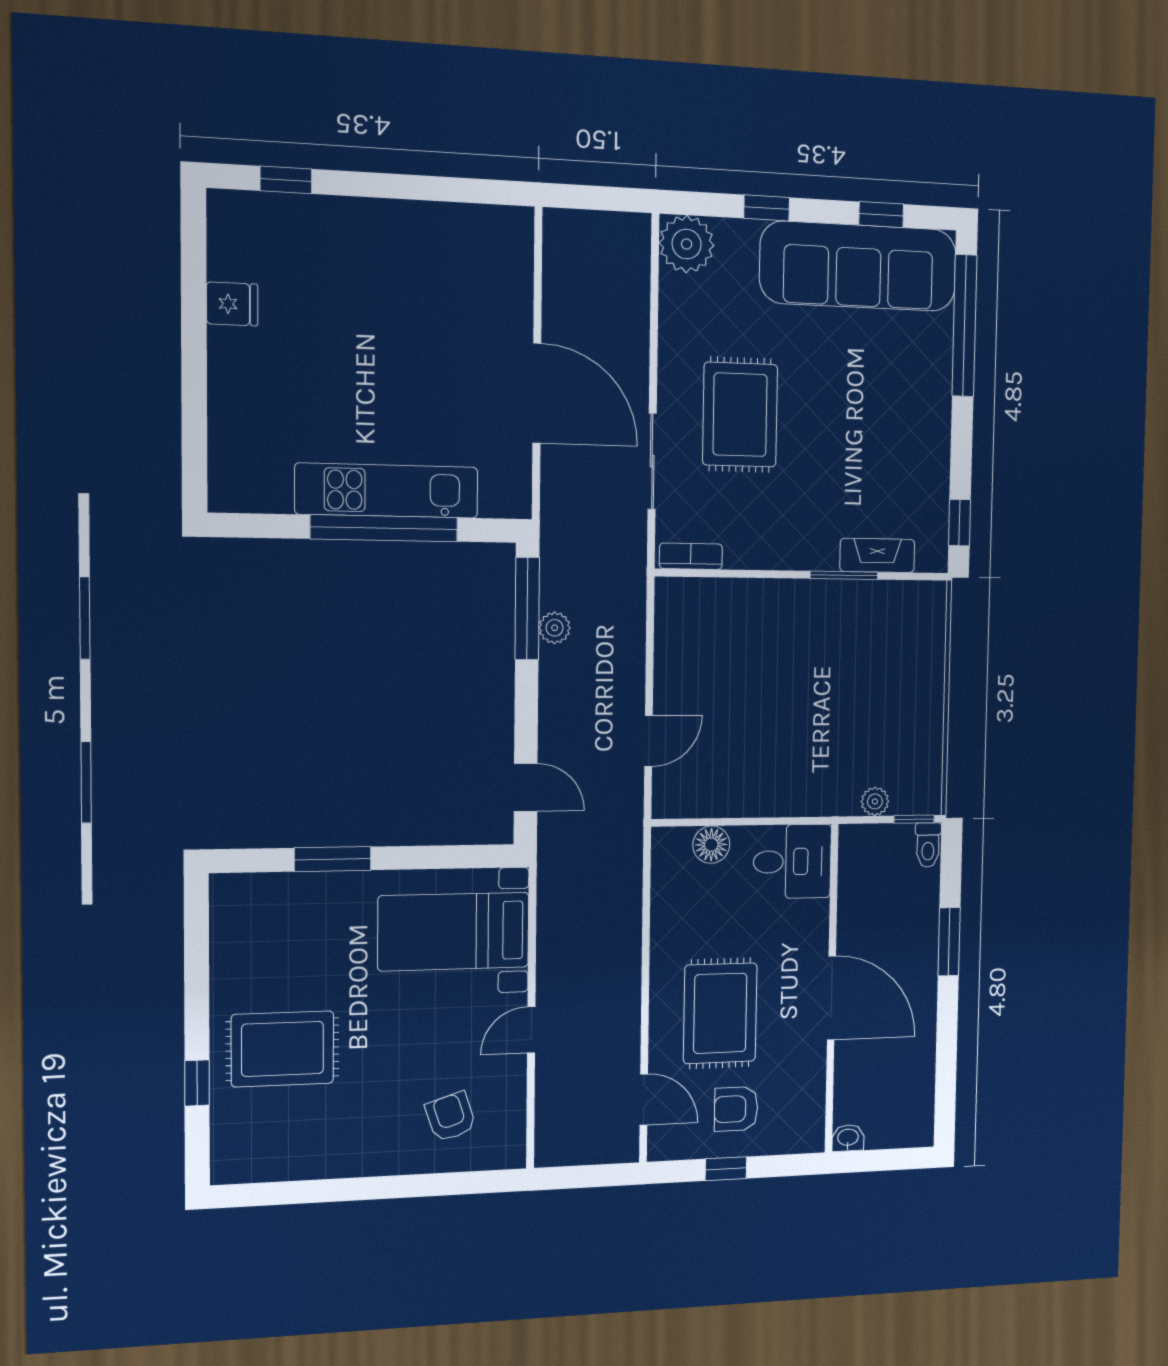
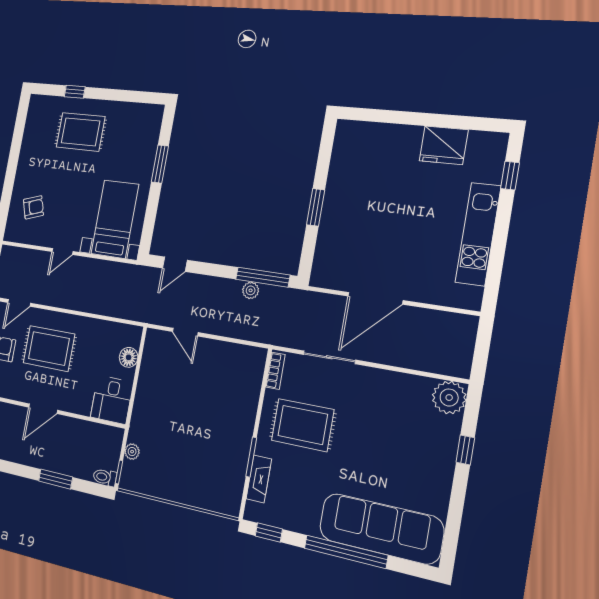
window: (881, 215) -> (454, 521), removed
sofa: (859, 266) -> (381, 529), moved, turned 90
fridge: (232, 304) -> (444, 145), width x1.88, depth x1.34
window: (964, 326) -> (346, 552), moved
rug: (740, 415) -> (303, 425), moved
kitchen unit: (387, 491) -> (478, 234), moved, turned 180
window: (384, 528) -> (316, 207), width x0.47
door: (831, 998) -> (43, 409), width x0.73
door: (531, 1030) -> (63, 251), swing flipped
rug: (283, 1049) -> (81, 132), turned 90

